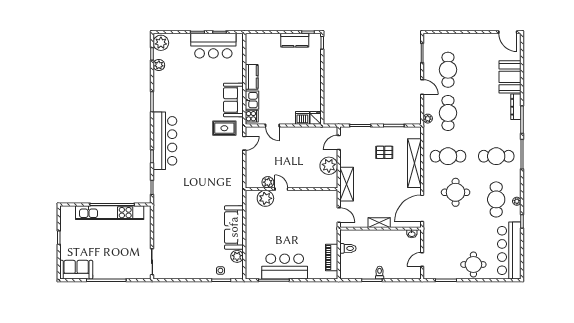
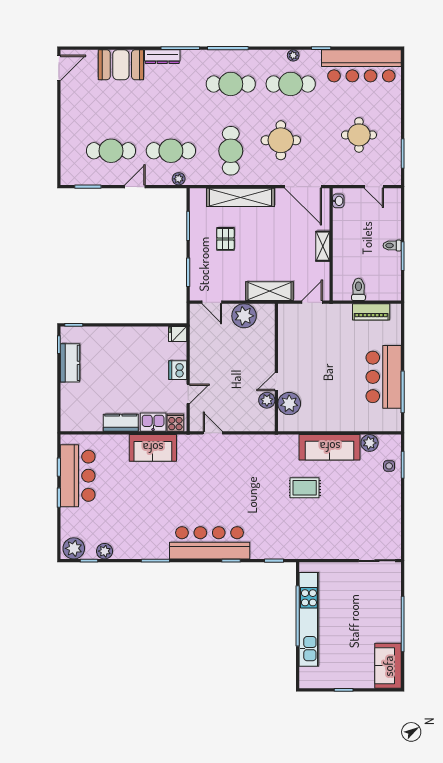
dishwasher: (302, 118) -> (178, 370), moved
rug: (224, 128) -> (305, 488), moved, turned 90
cafe table: (496, 156) -> (231, 84), turned 90
round table: (473, 264) -> (359, 135), moved

